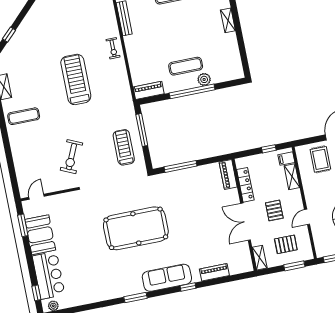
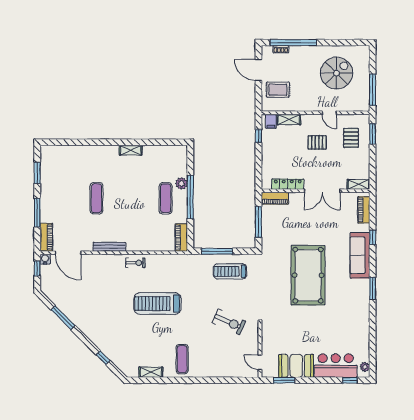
piano: (228, 175) -> (275, 198), moved
locker: (245, 185) -> (288, 184), moved
wall: (244, 215) -> (316, 191), moved
double door: (246, 222) -> (322, 191), moved
shelving: (260, 258) -> (359, 184), moved

